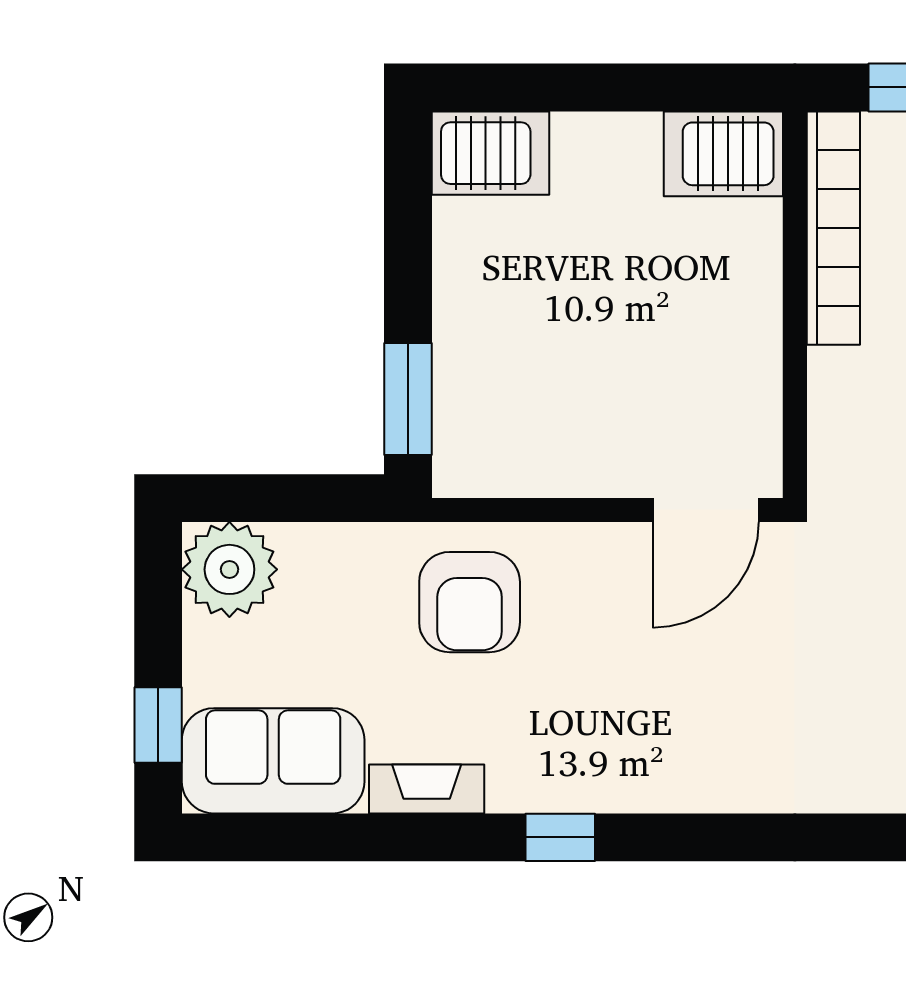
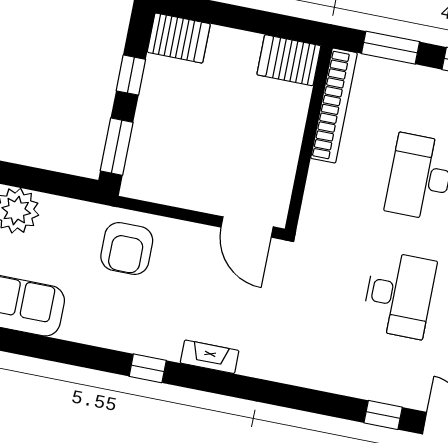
window: (408, 248) -> (131, 75), added
door: (706, 510) -> (247, 227), hinge flipped
fireplace: (427, 789) -> (210, 357), moved

